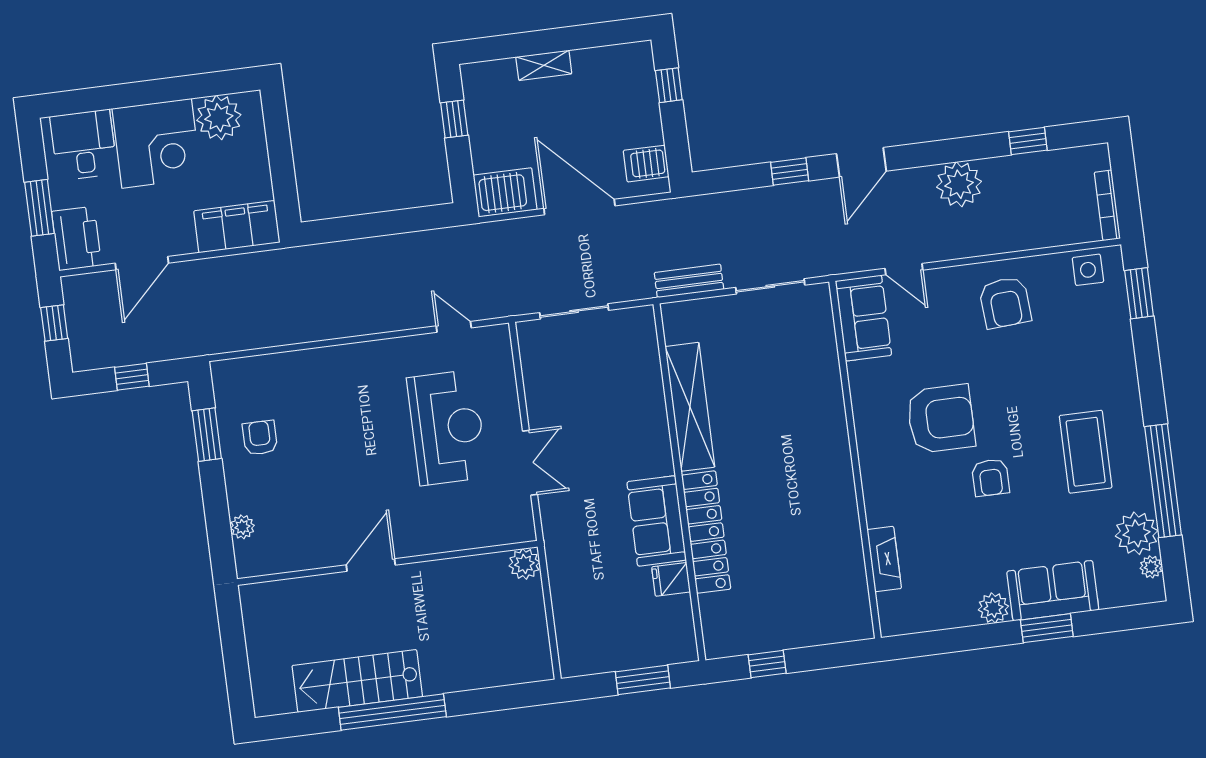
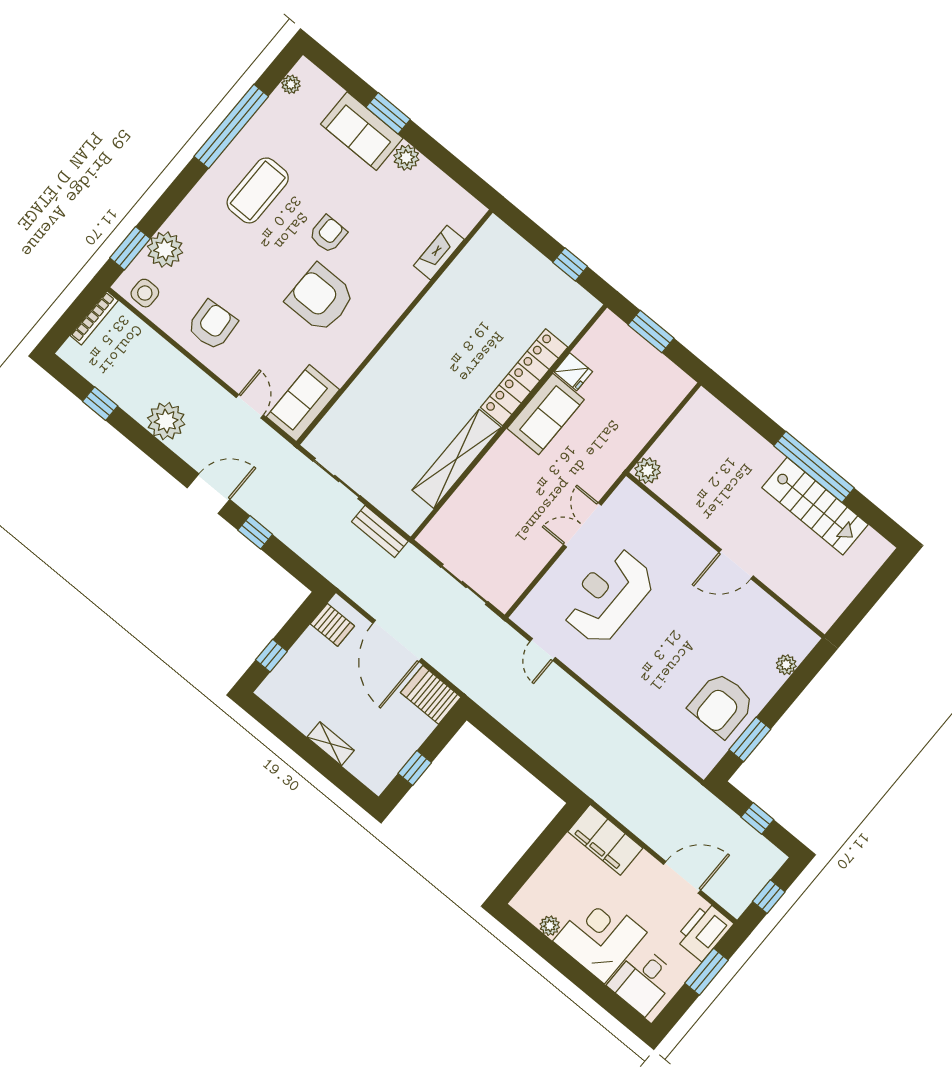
plant: (219, 118) -> (550, 926), width x0.53, depth x0.53
armchair: (260, 438) -> (722, 705), width x1.88, depth x1.88
plant: (1137, 533) -> (165, 249), moved

